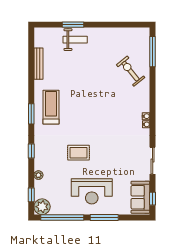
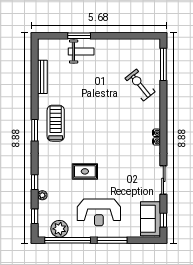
window: (31, 151) -> (35, 182), moved
plant: (42, 207) -> (59, 229), moved

